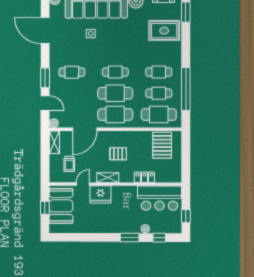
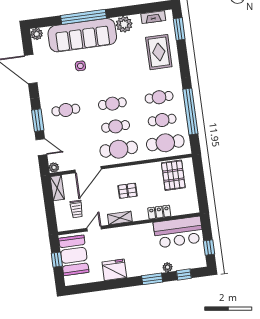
rug: (164, 31) -> (159, 52), turned 90
cafe table: (115, 93) -> (116, 126), width x0.73, depth x0.74
fridge: (100, 194) -> (114, 270), moved, turned 180

